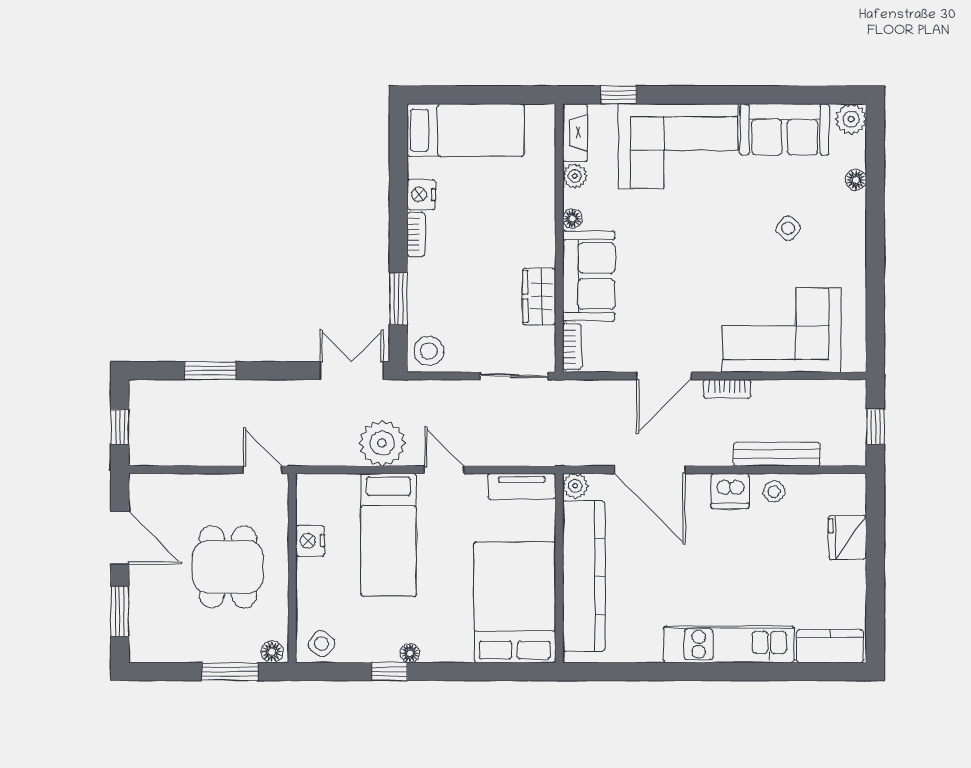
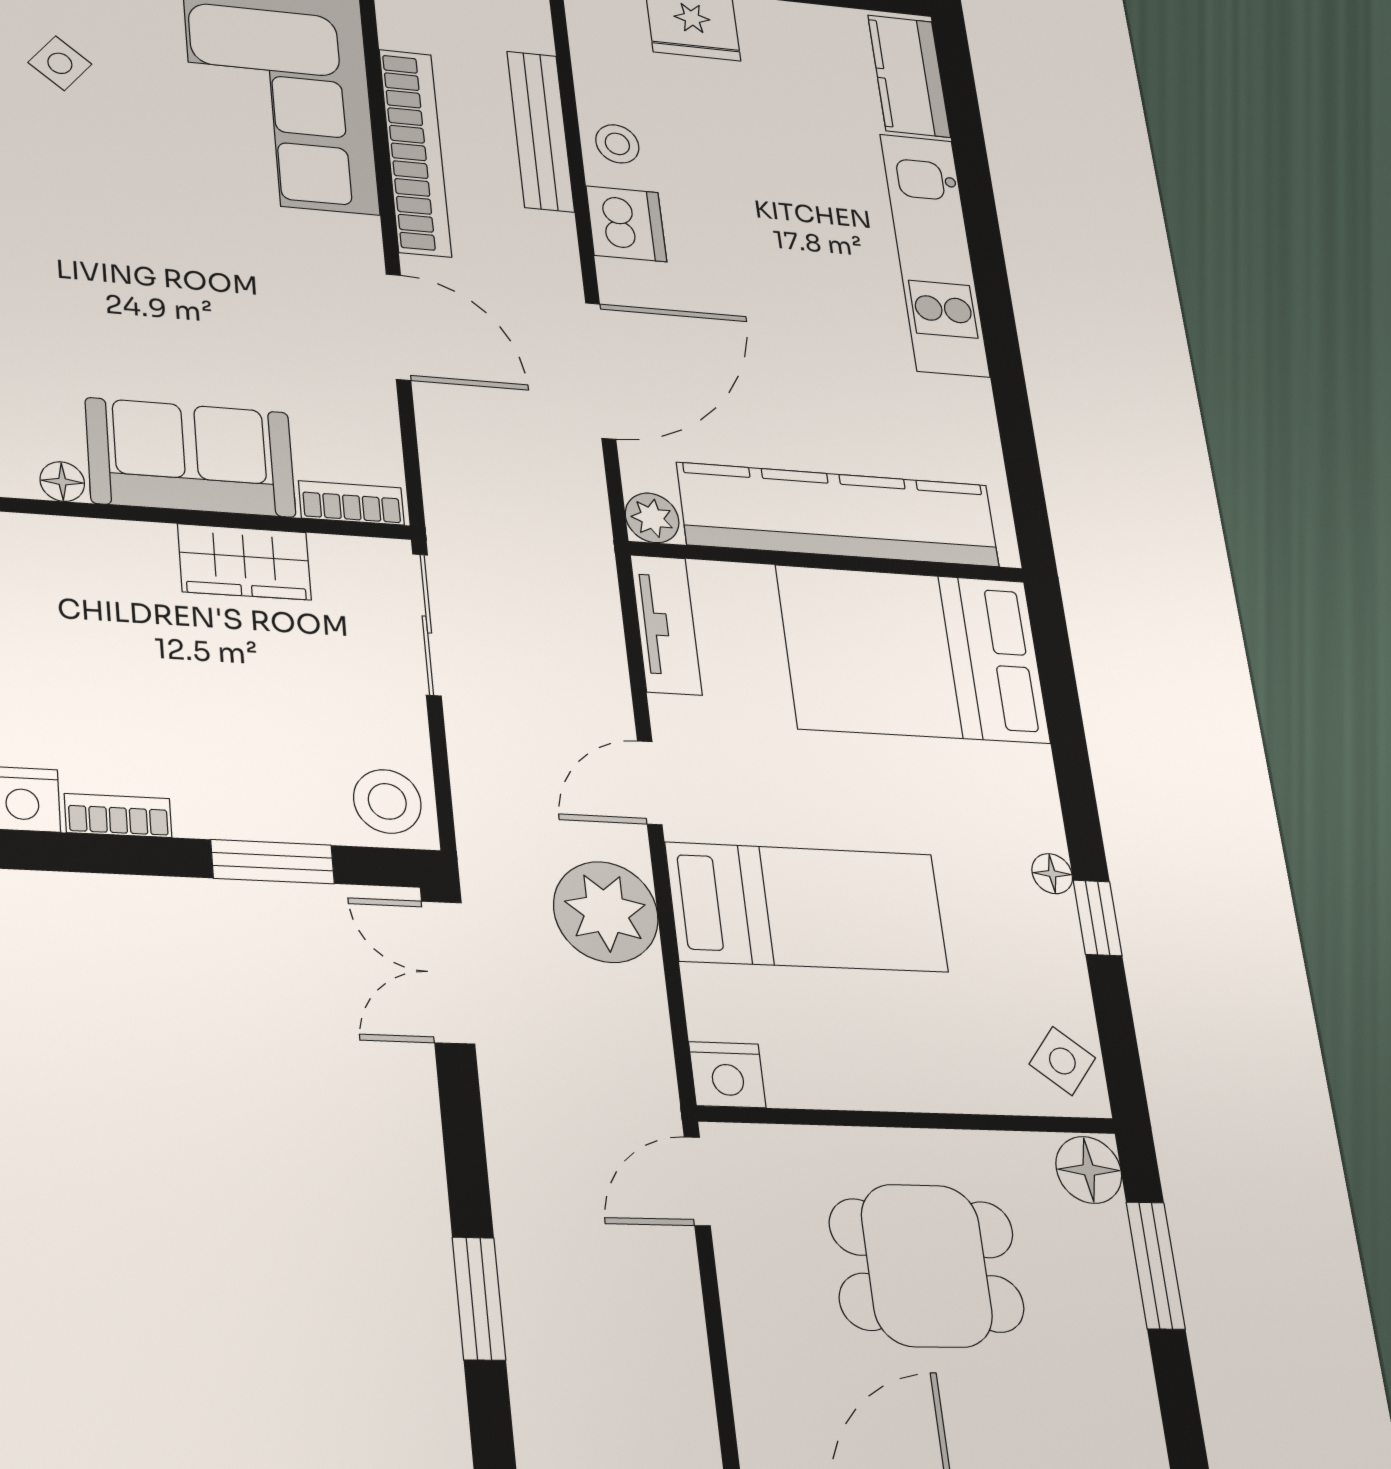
bookcase: (727, 389) -> (415, 152), width x2.31, depth x1.31
nightstand: (310, 541) -> (727, 1075), moved
floor lamp: (272, 652) -> (1089, 1170), width x1.37, depth x1.37

